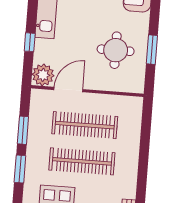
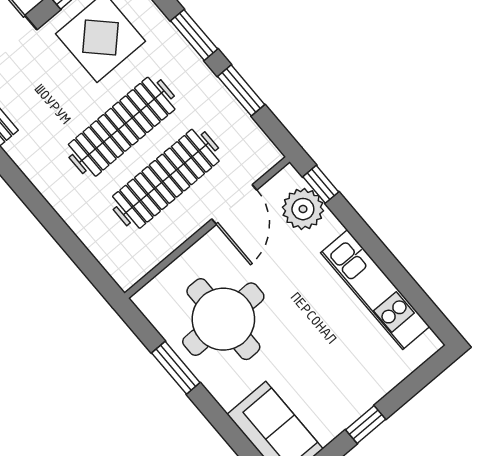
window: (30, 42) -> (321, 184), moved
round table: (116, 50) -> (223, 319), width x1.36, depth x1.36
plant: (43, 75) -> (303, 209), moved

